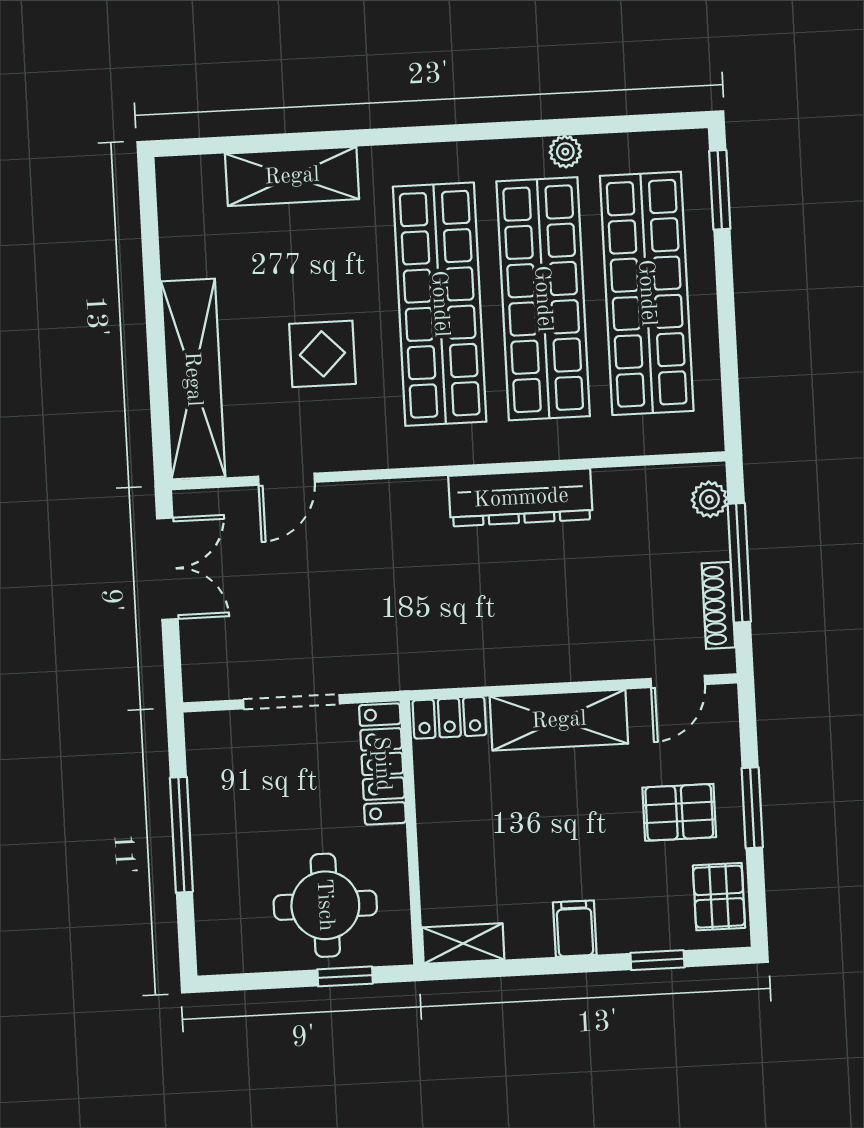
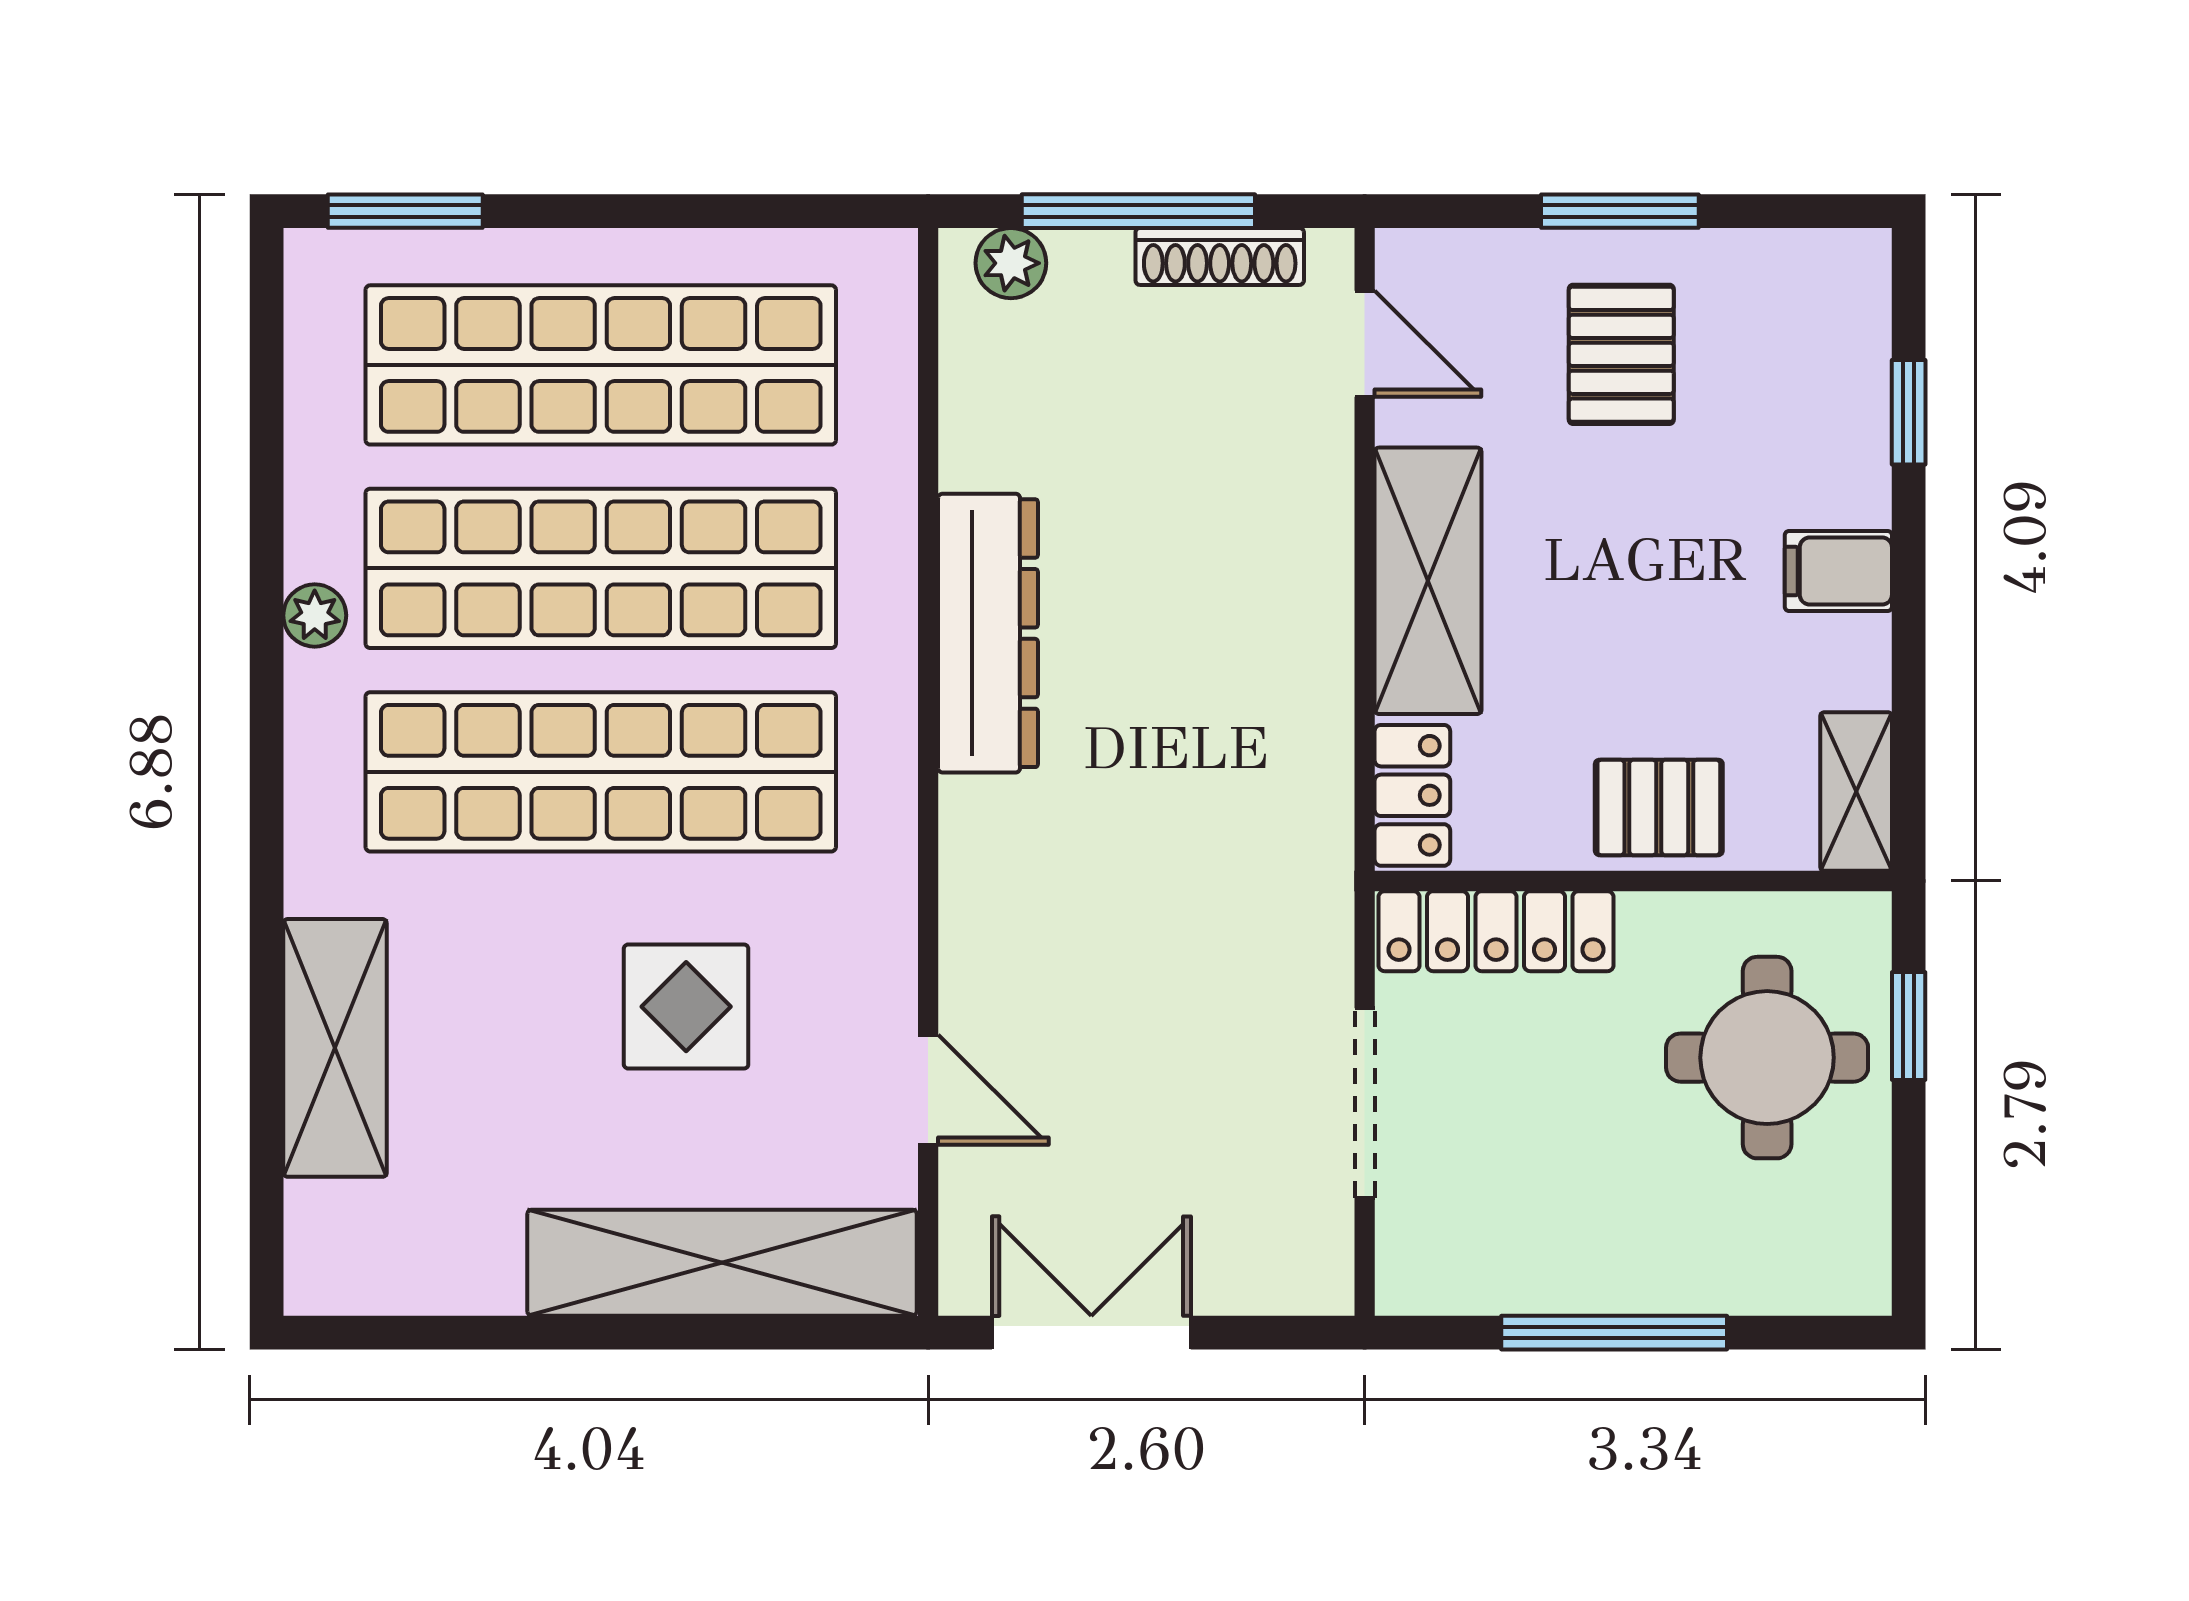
plant: (565, 152) -> (315, 615), moved
pallet: (719, 897) -> (1659, 807), moved

